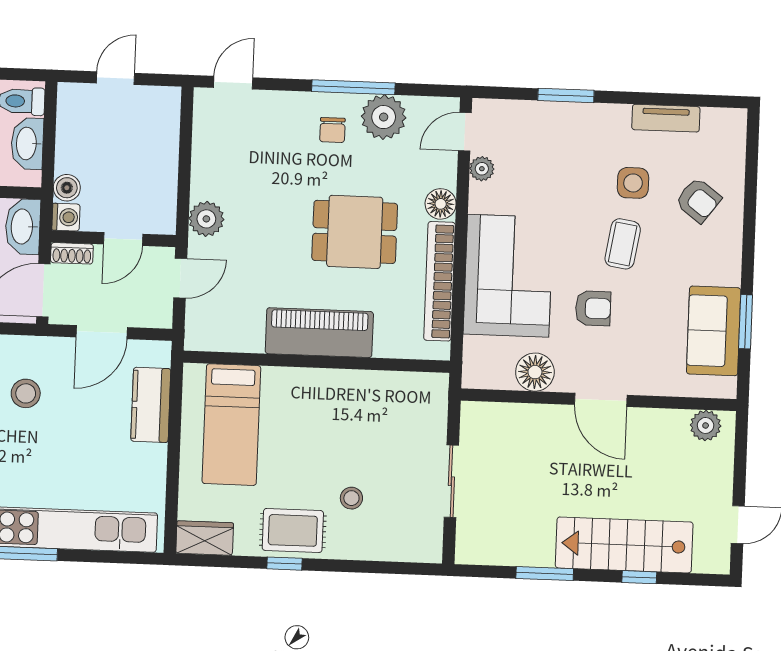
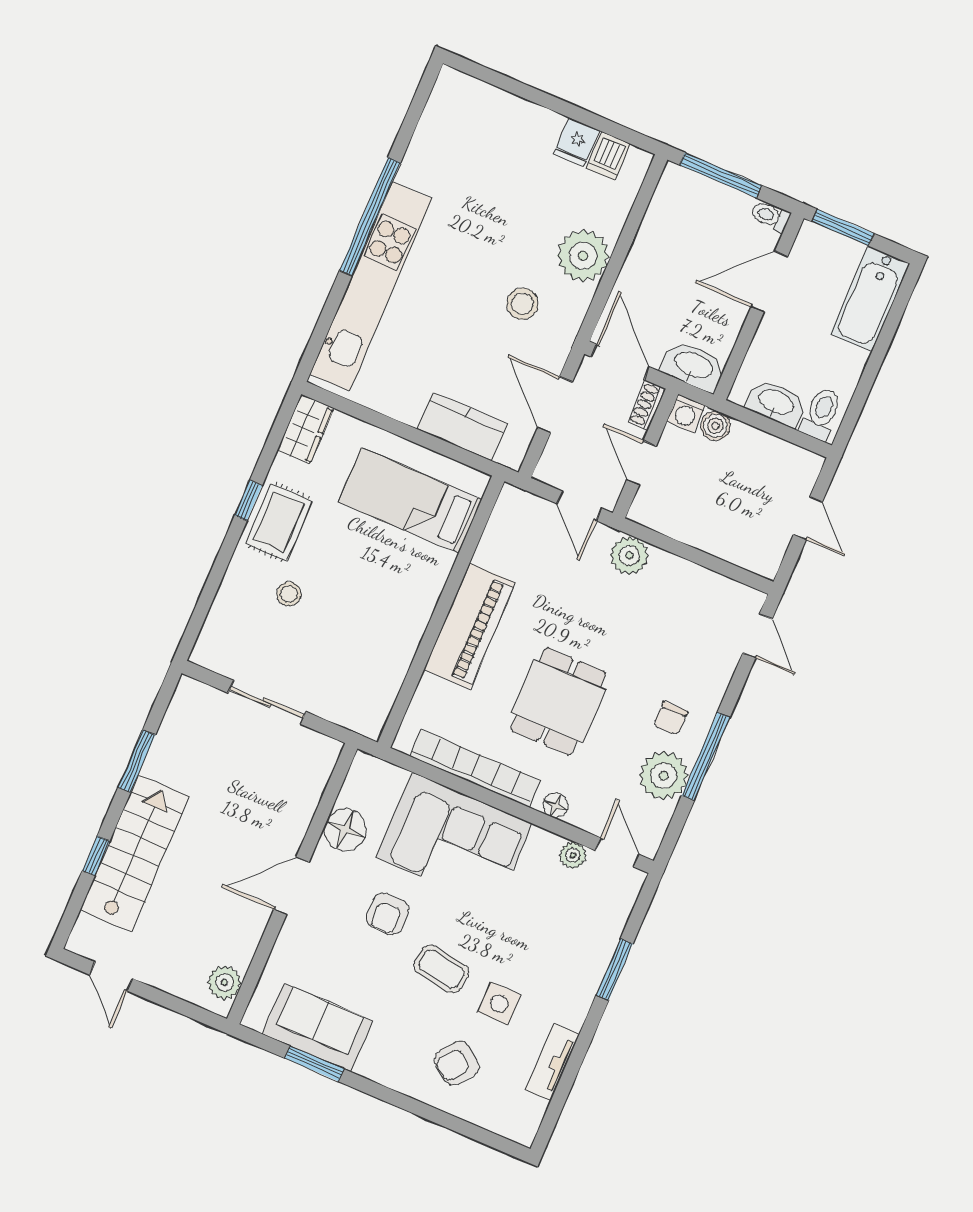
chair: (332, 130) -> (671, 718), turned -90
floor lamp: (441, 204) -> (556, 806), width x0.73, depth x0.73

